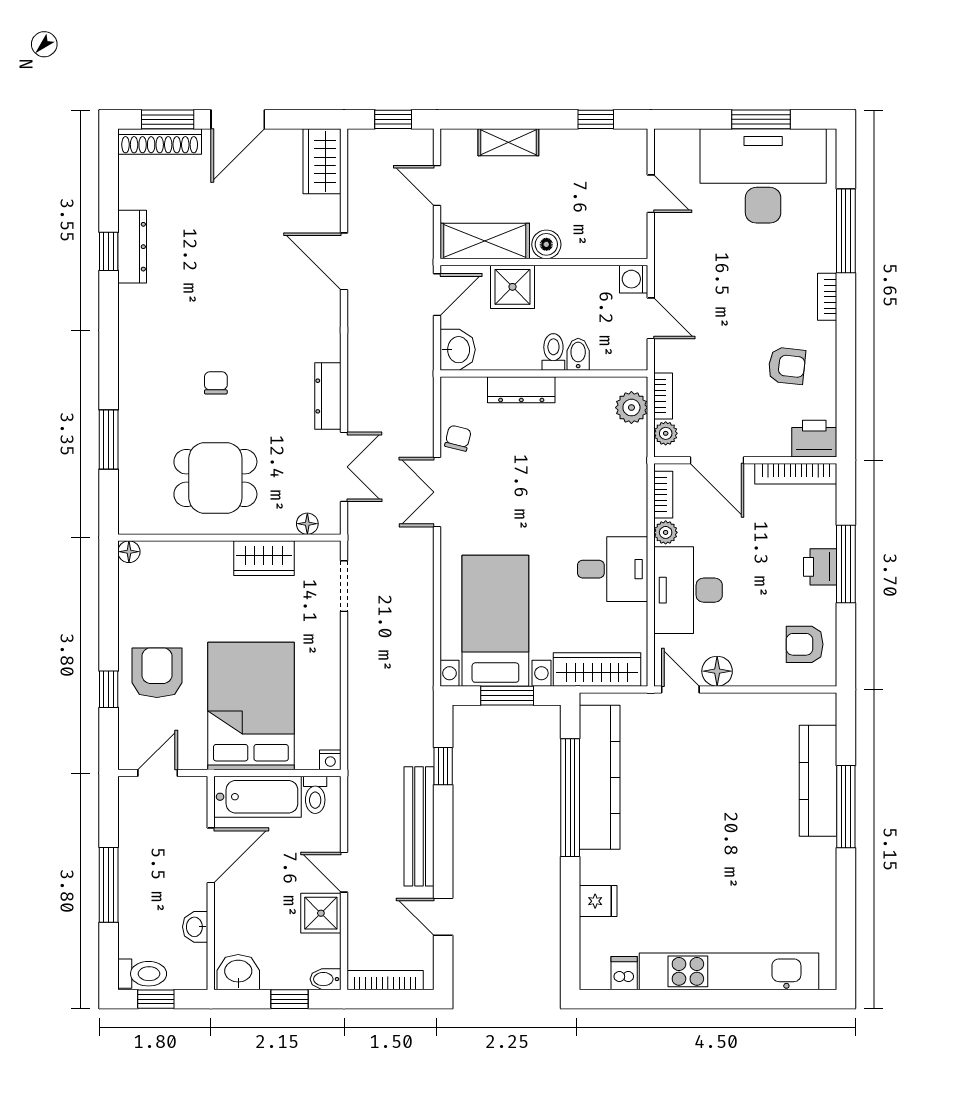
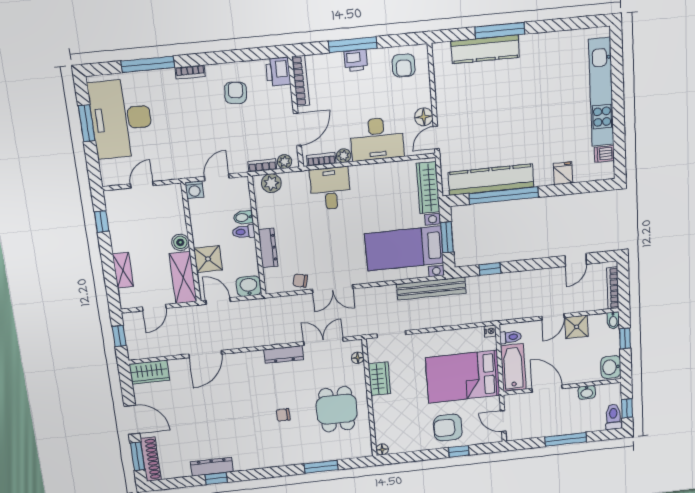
desk: (613, 569) -> (330, 188), moved
bench: (419, 826) -> (431, 289), moved

